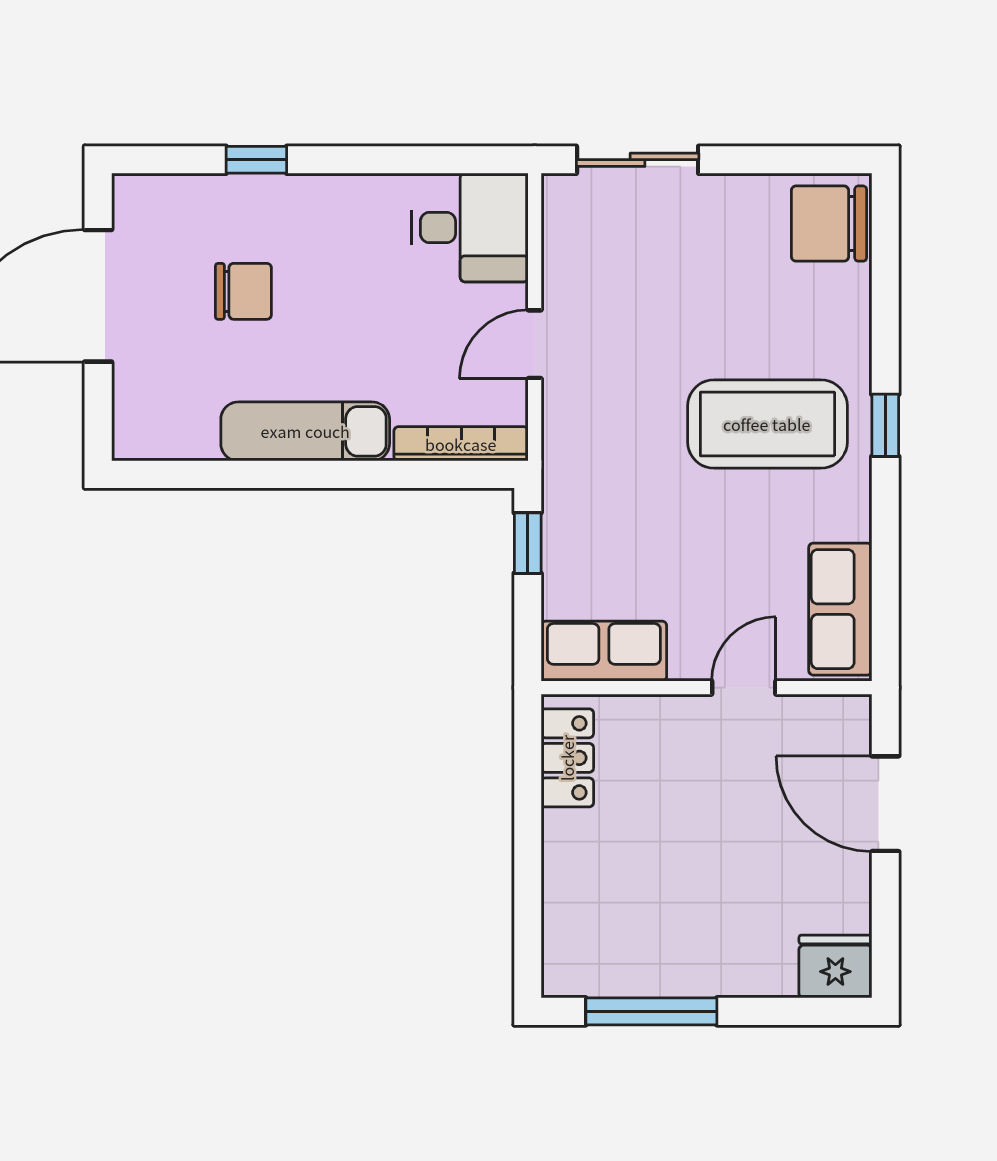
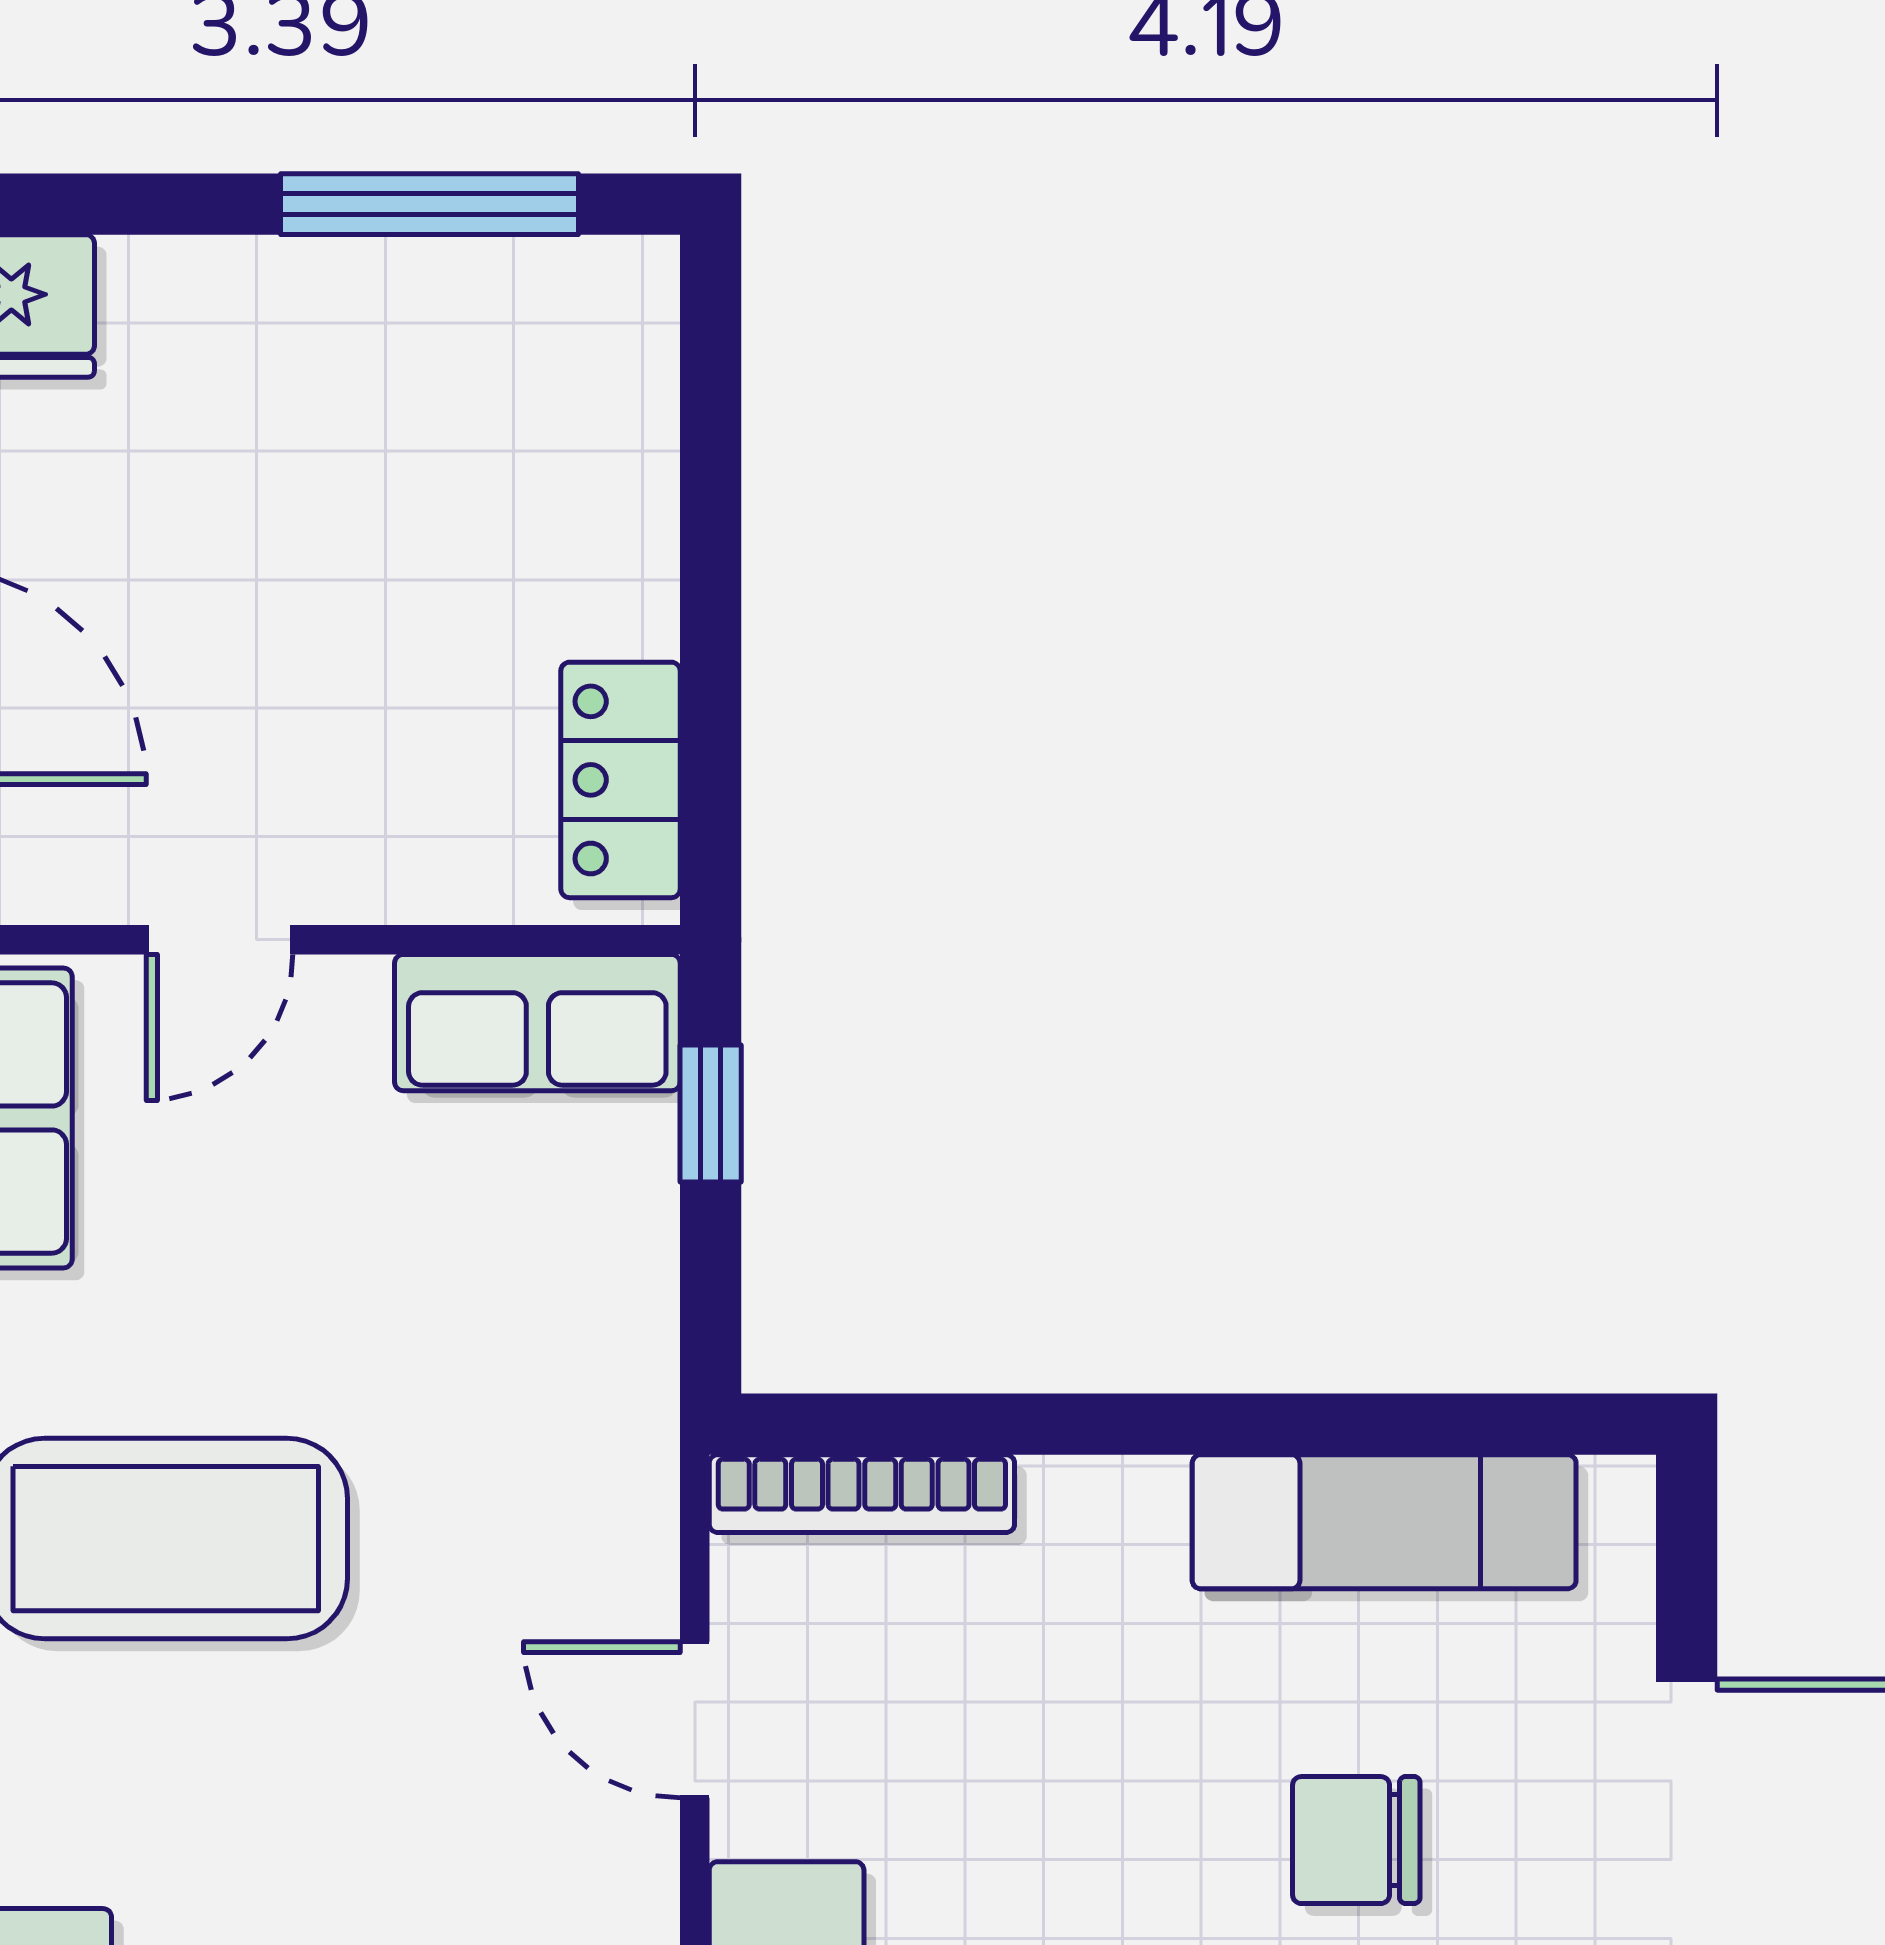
door: (535, 344) -> (695, 1720), swing flipped
exam couch: (305, 431) -> (1384, 1522), moved
window: (528, 543) -> (711, 1114), moved

